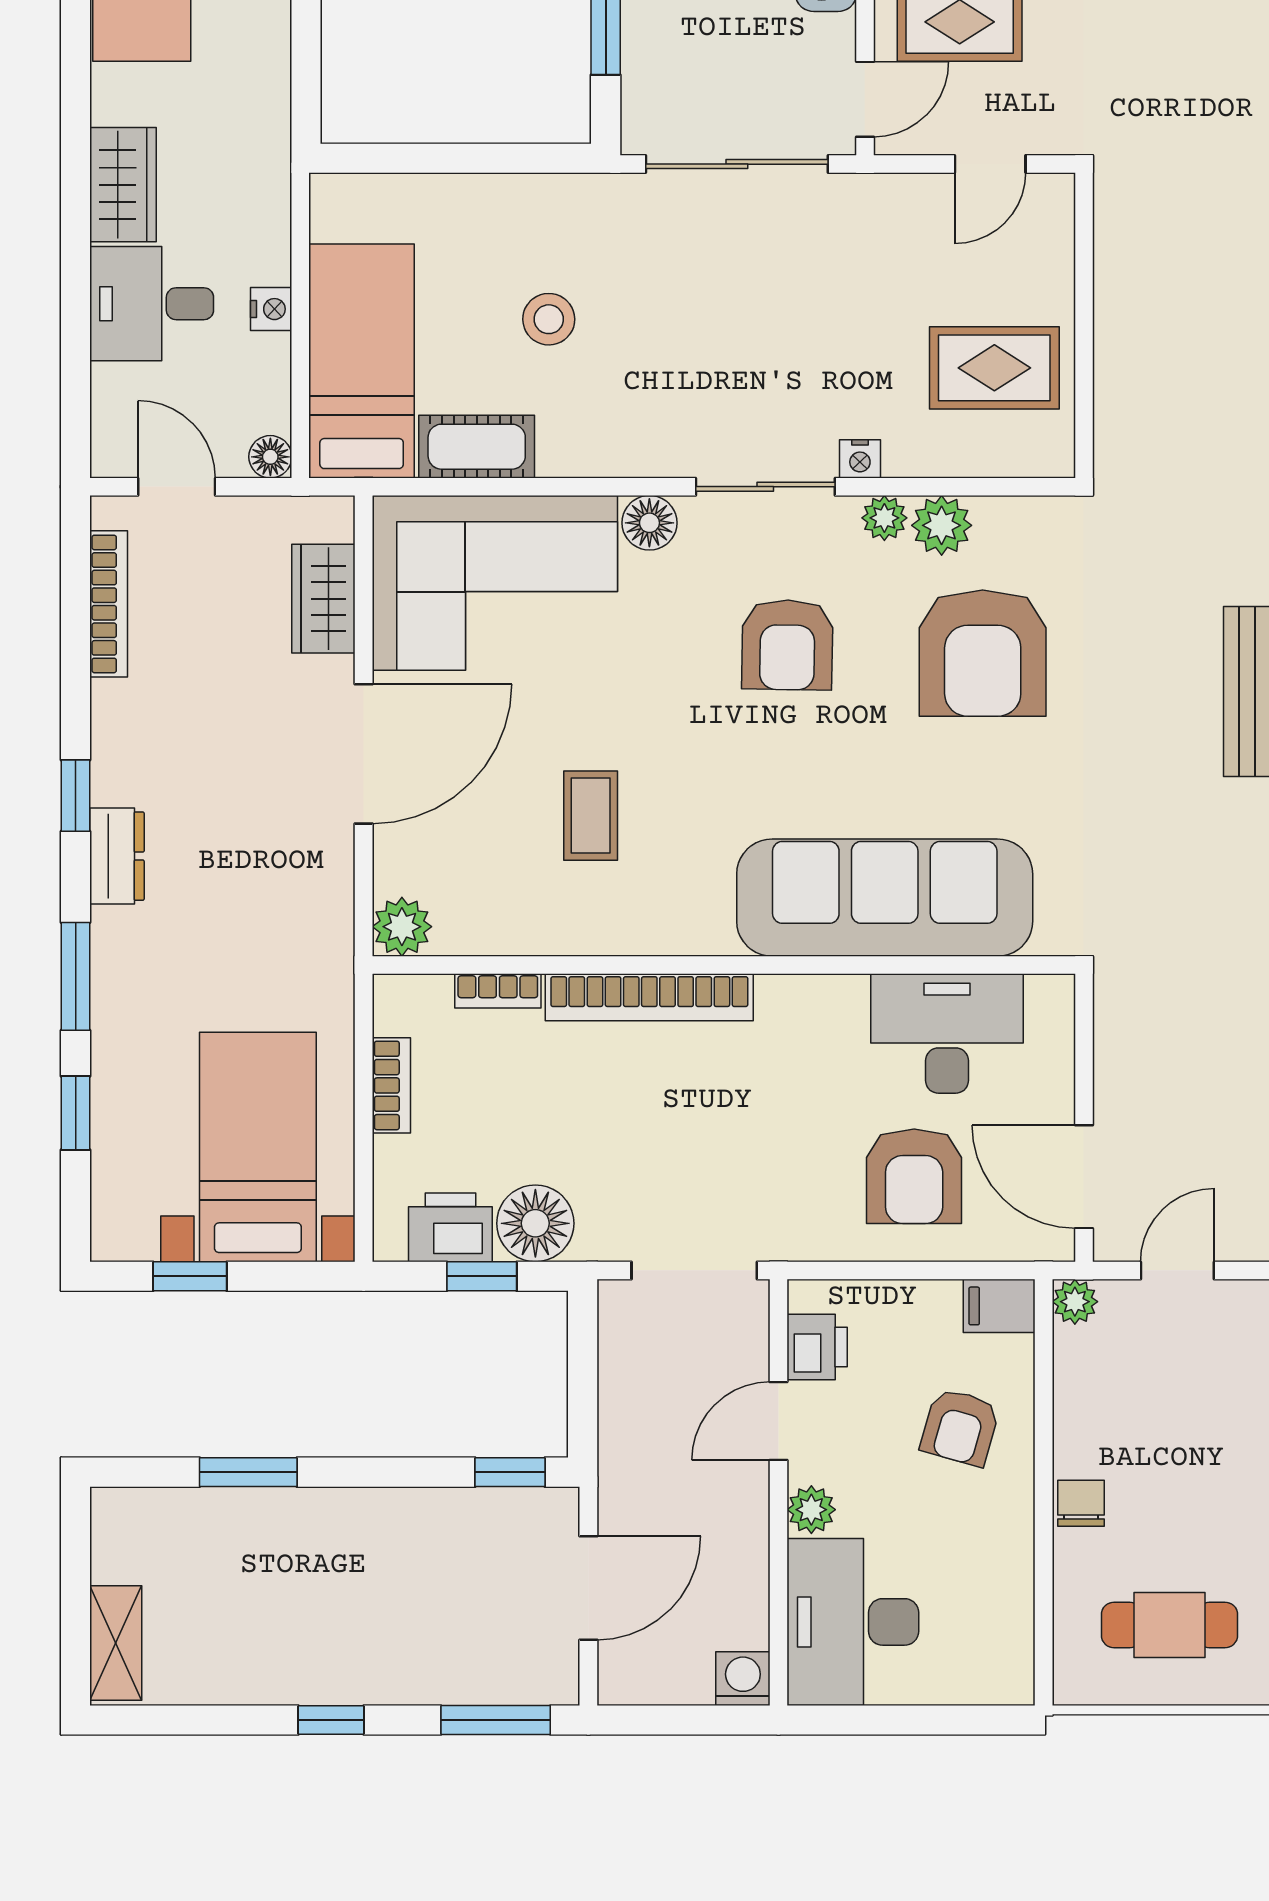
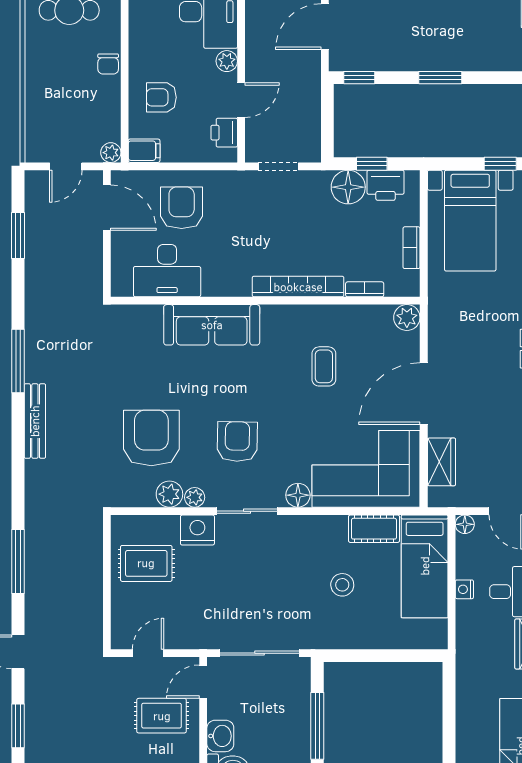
nightstand: (860, 459) -> (197, 530), width x1.89, depth x1.79
sofa: (885, 898) -> (212, 325), width x0.74, depth x0.79
doorway: (694, 1270) -> (278, 166), width x0.73
armchair: (960, 1427) -> (161, 97), turned -106
window: (248, 1472) -> (440, 78), moved

